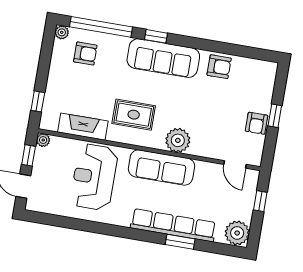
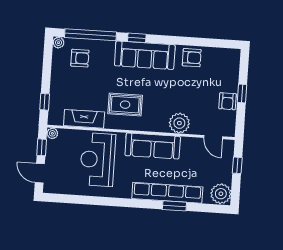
plant: (178, 140) -> (179, 123), moved

